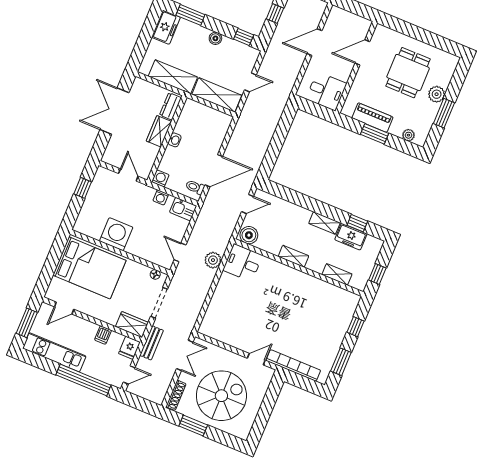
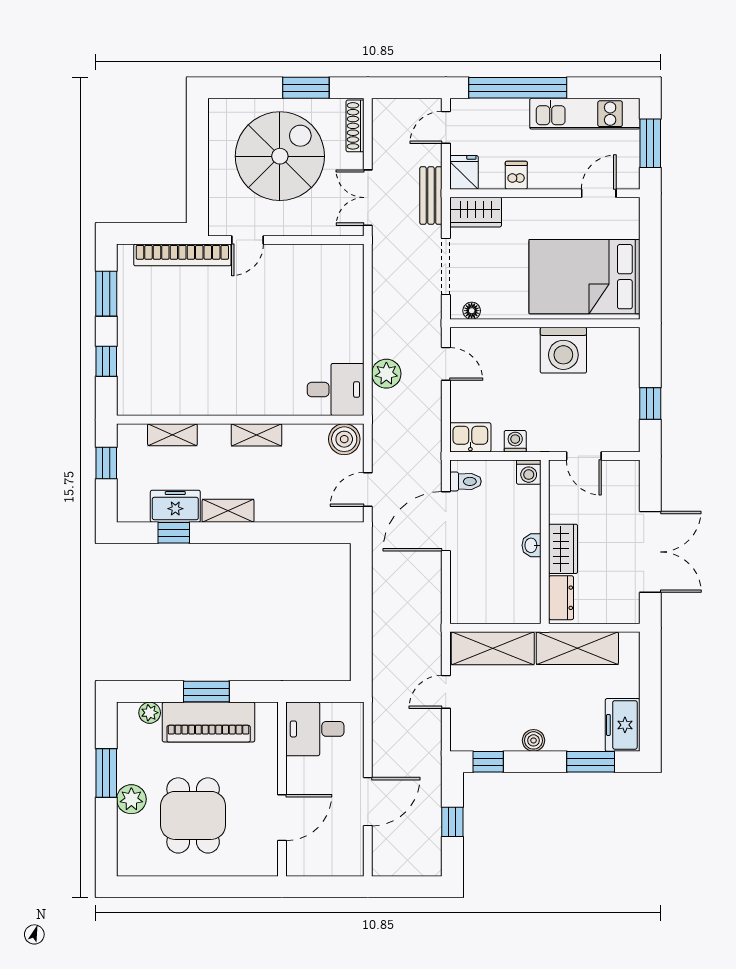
piano: (372, 118) -> (209, 722), width x1.37, depth x1.33
spiral stairs: (221, 396) -> (280, 156), turned 180

